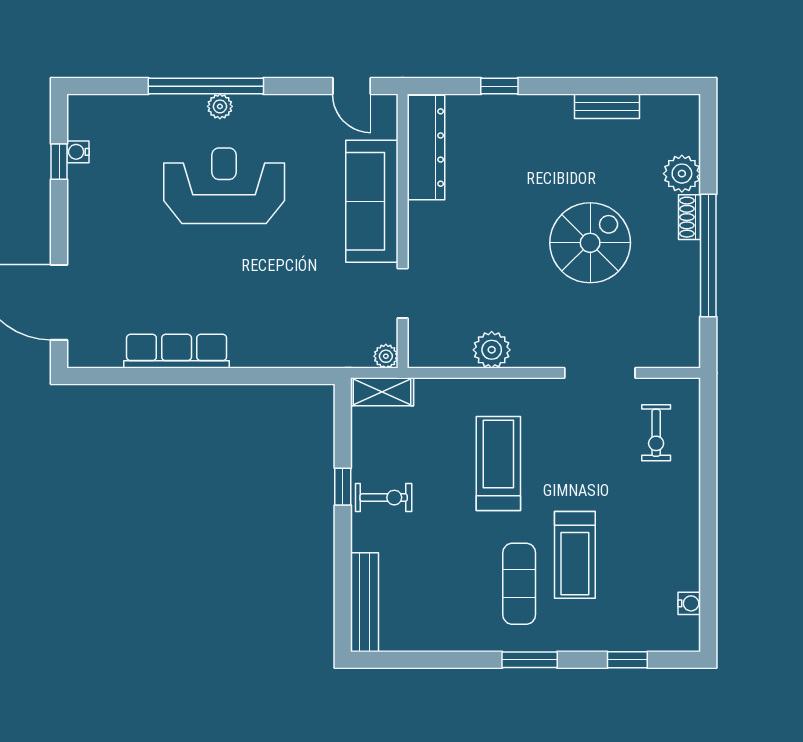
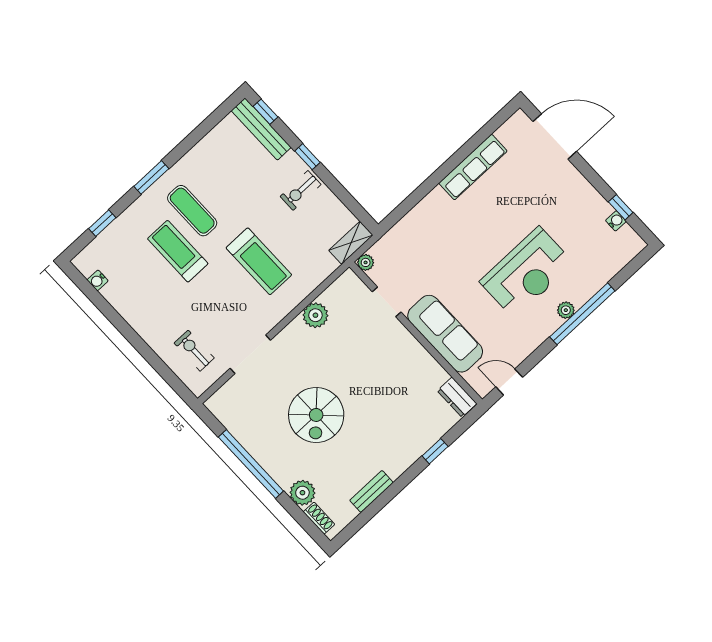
dresser: (426, 148) -> (457, 397), width x0.51, depth x0.80
shoe rack: (690, 217) -> (319, 518), moved
window: (343, 487) -> (307, 157), moved
window: (343, 616) -> (265, 112), added

